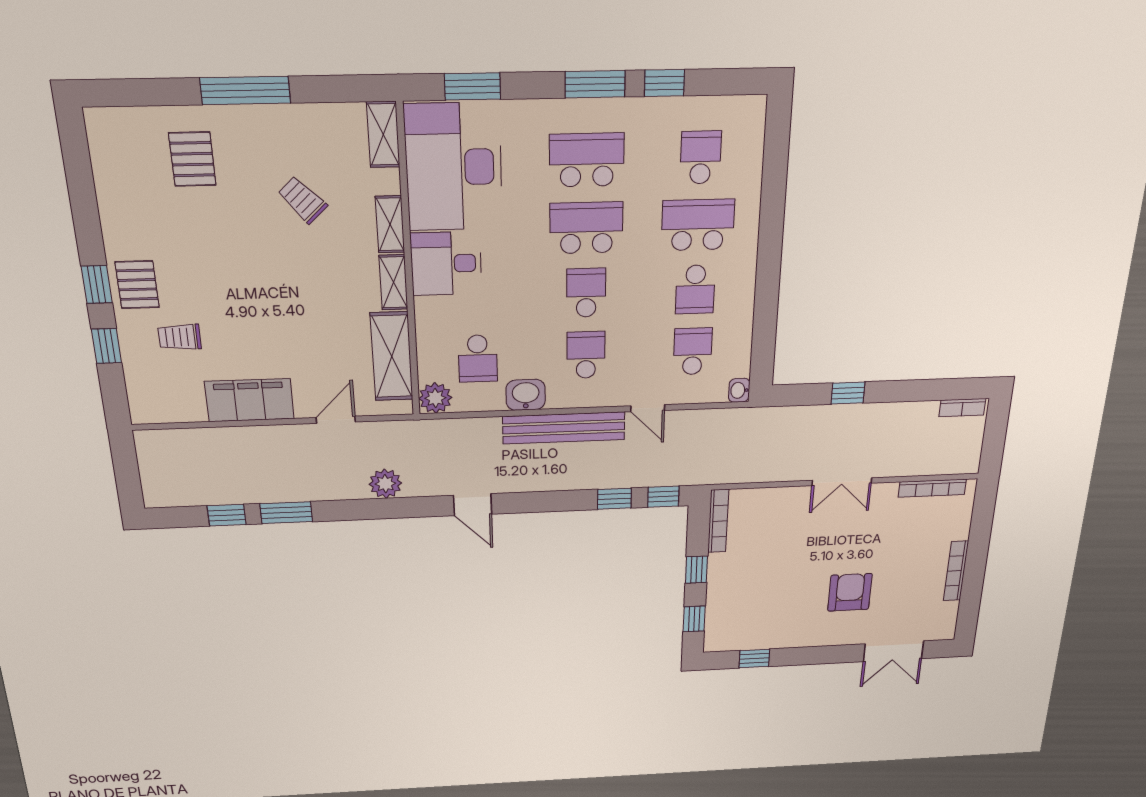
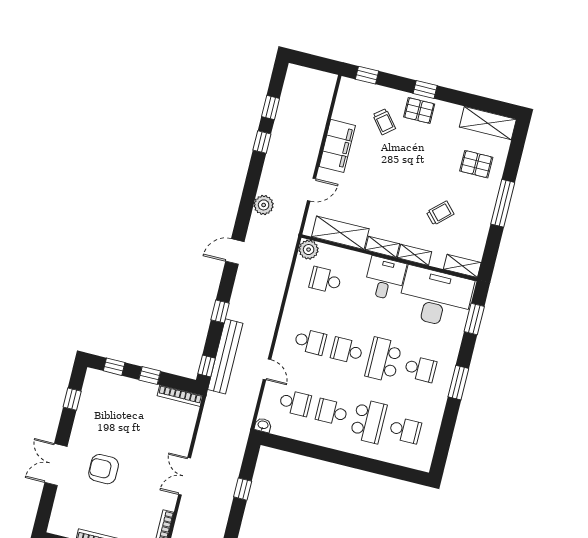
window: (664, 83) -> (449, 419), removed
shelving: (110, 158) -> (488, 123), added
school desk: (587, 160) -> (420, 369), width x0.54
school desk: (586, 228) -> (384, 360), turned 180
school desk: (586, 293) -> (347, 351), turned 180
trolley: (180, 337) -> (384, 122), turned 141
window: (107, 346) -> (367, 75), moved
washbasin: (526, 395) -> (296, 301), removed
door: (648, 408) -> (267, 369), swing flipped
door: (336, 420) -> (312, 190), hinge flipped
bench: (564, 428) -> (225, 356), moved
window: (614, 499) -> (220, 311), moved
window: (286, 513) -> (262, 142), width x0.67
armchair: (850, 592) -> (104, 469), turned 180
double door: (893, 651) -> (56, 464), moved

